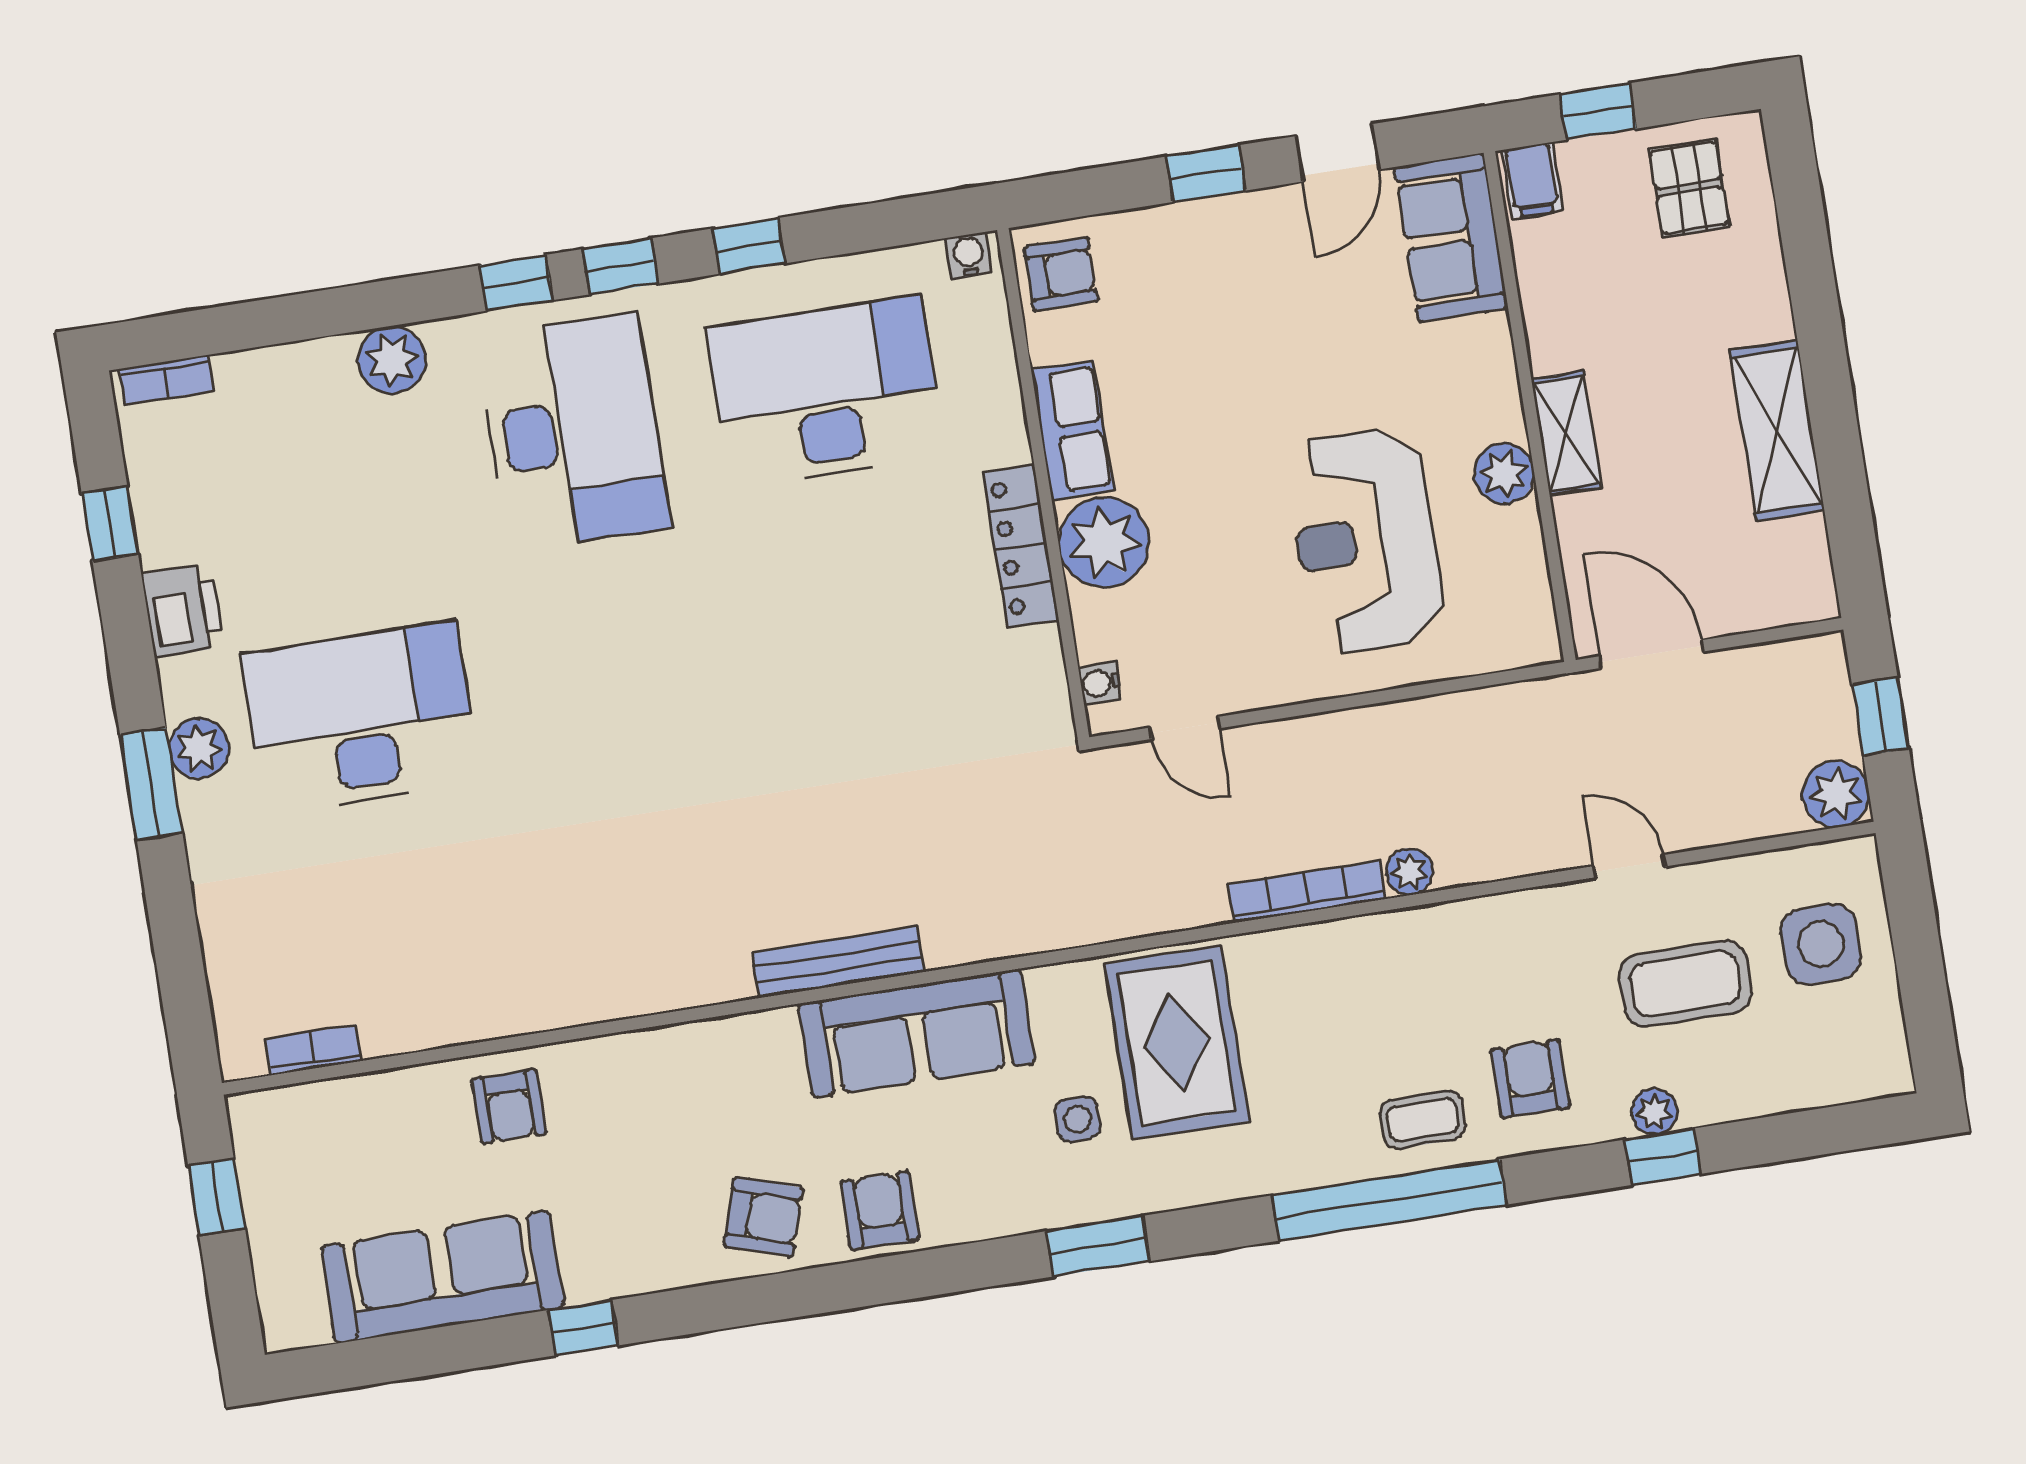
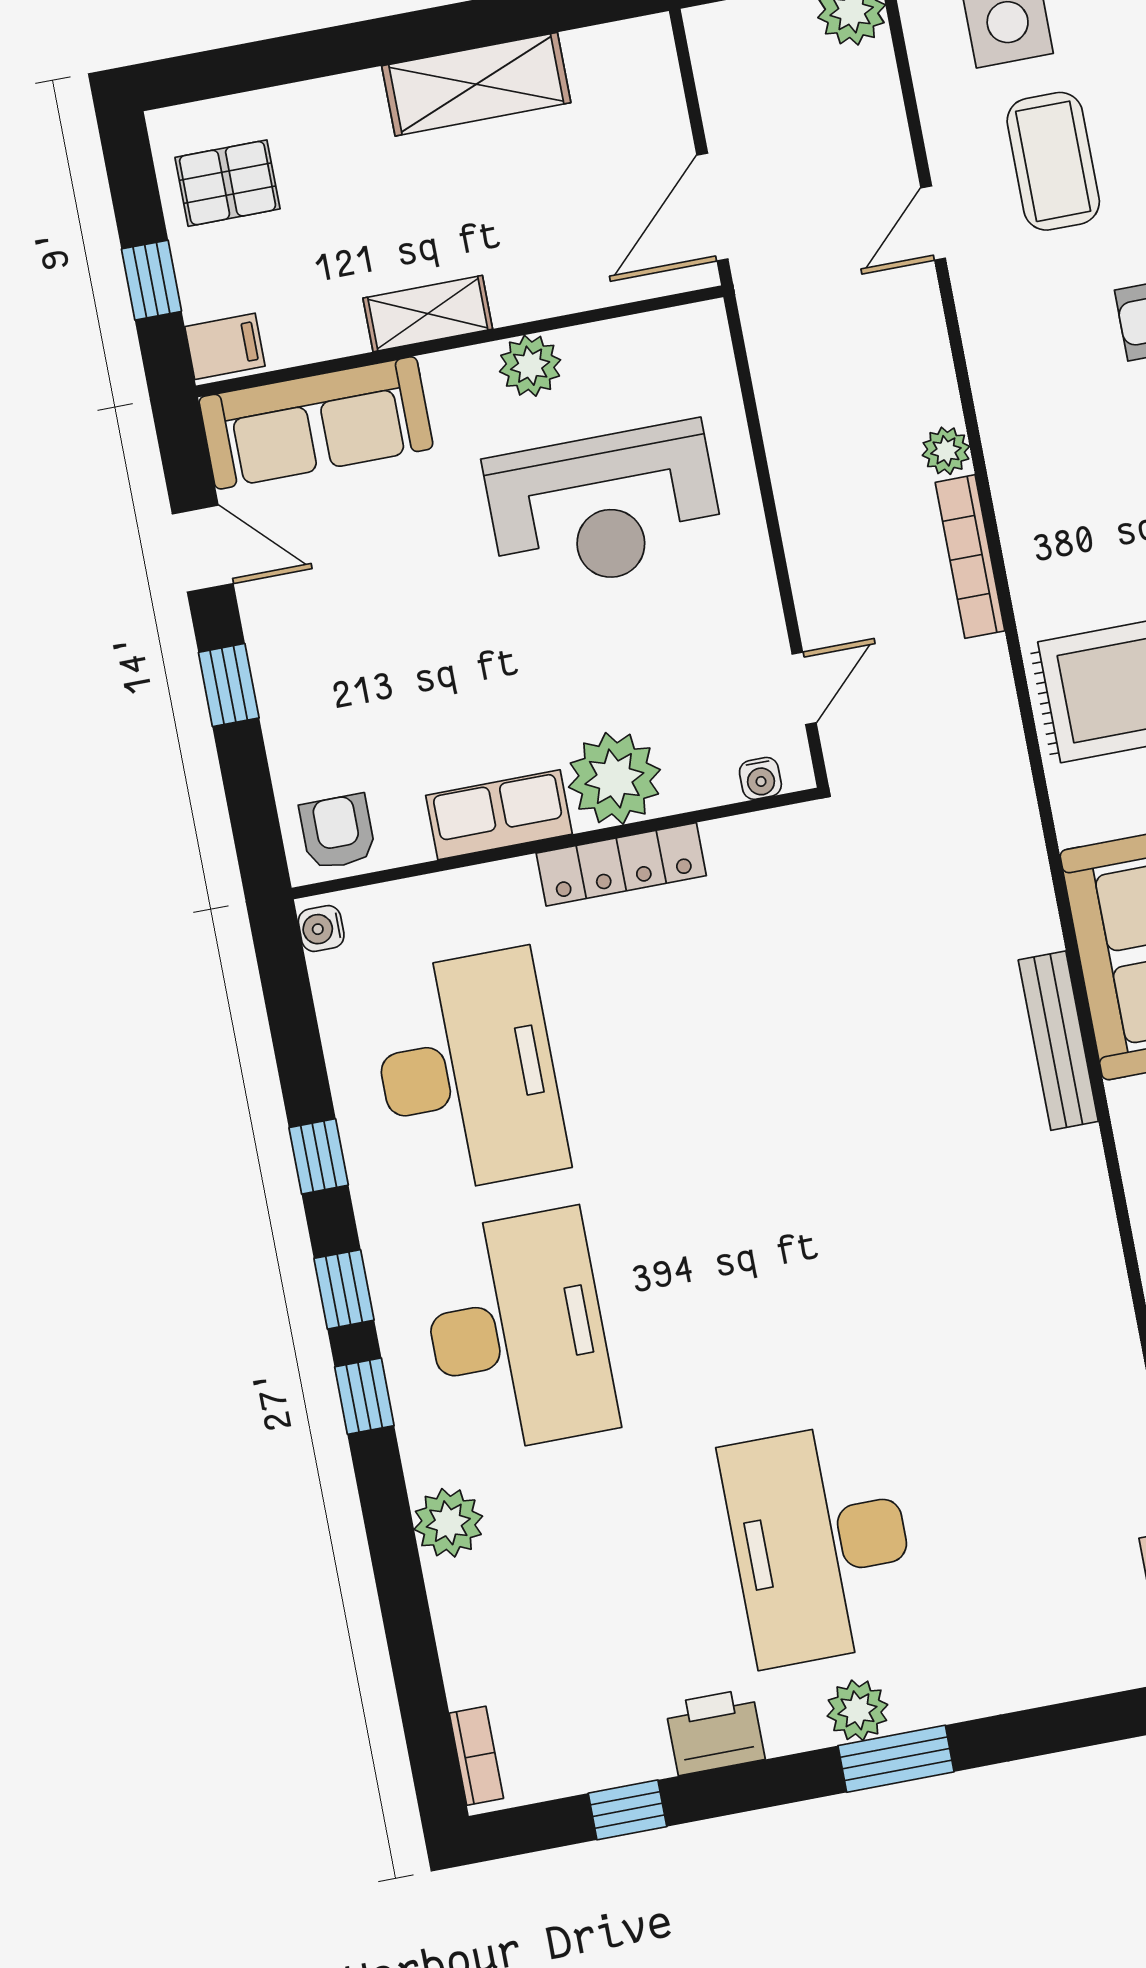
sofa: (1451, 238) -> (316, 423), width x1.36
desk: (826, 392) -> (468, 1072), turned 180
desk: (574, 432) -> (517, 1332), turned 90
shelving: (1566, 433) -> (428, 314), moved

